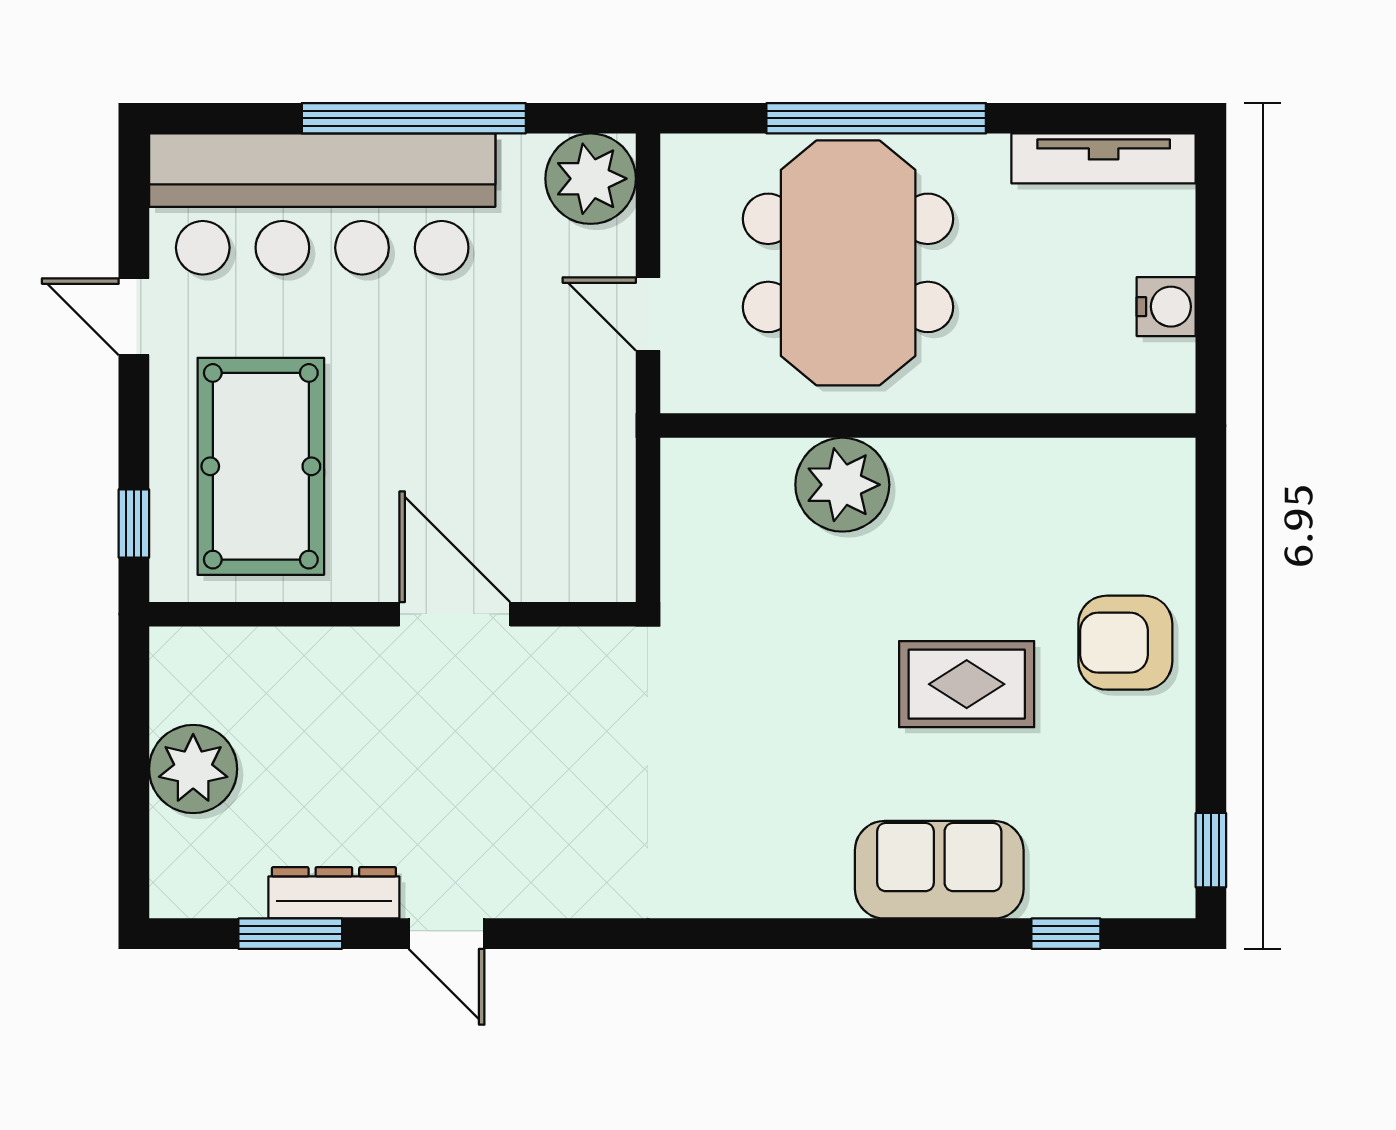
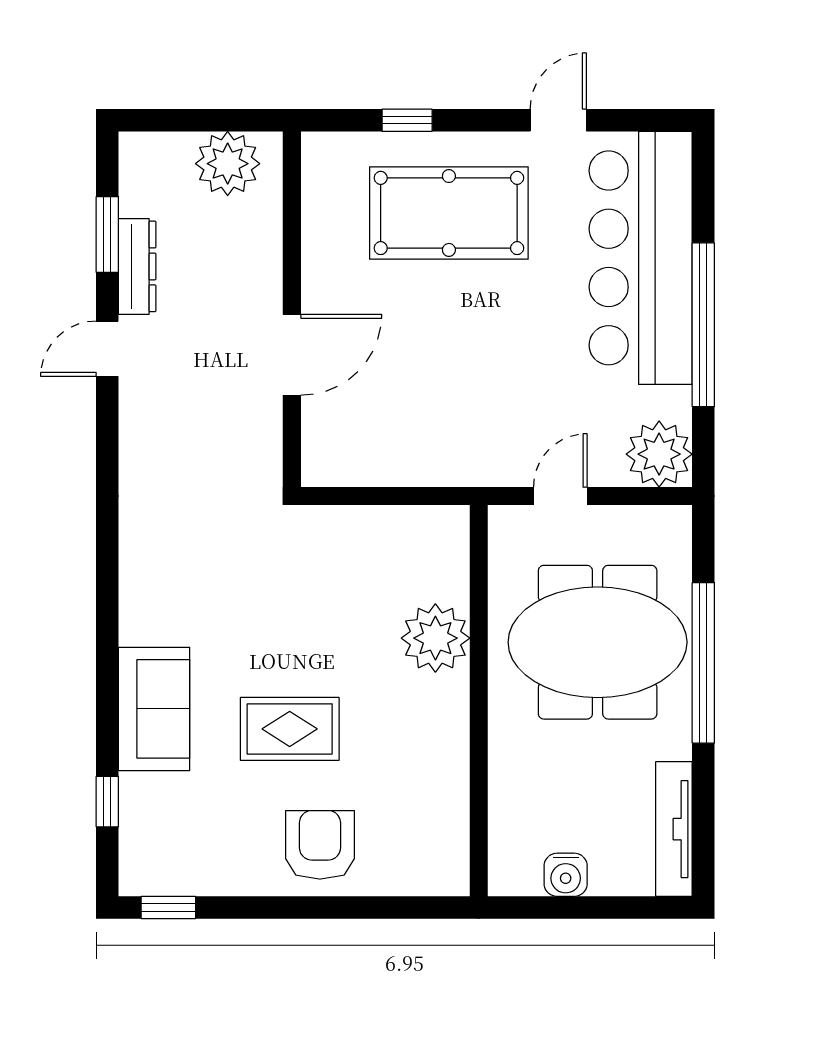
wall: (392, 614) -> (292, 309), moved
door: (455, 614) -> (292, 355), moved
rug: (967, 684) -> (290, 729), turned 90

